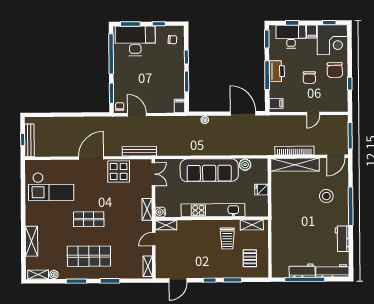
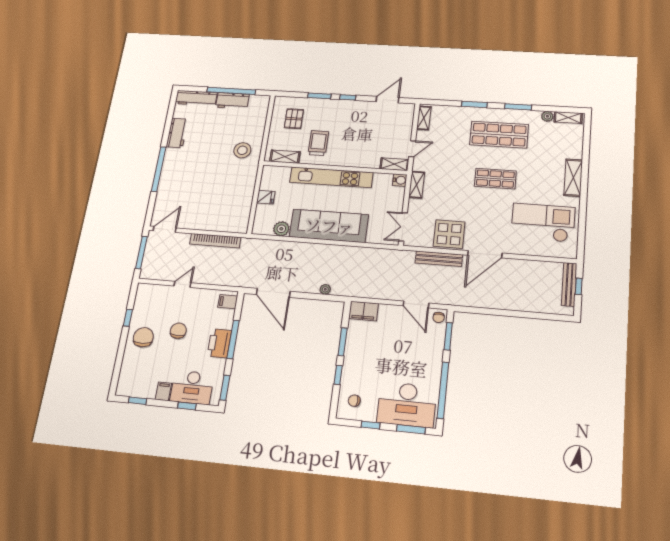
corner desk: (332, 40) -> (138, 377), removed
filing cabinet: (179, 106) -> (364, 311), width x2.00
bench: (139, 151) -> (439, 259), moved
shelving: (295, 165) -> (218, 223), removed
stool: (326, 196) -> (242, 150), moved
shelving: (32, 241) -> (573, 178), moved

